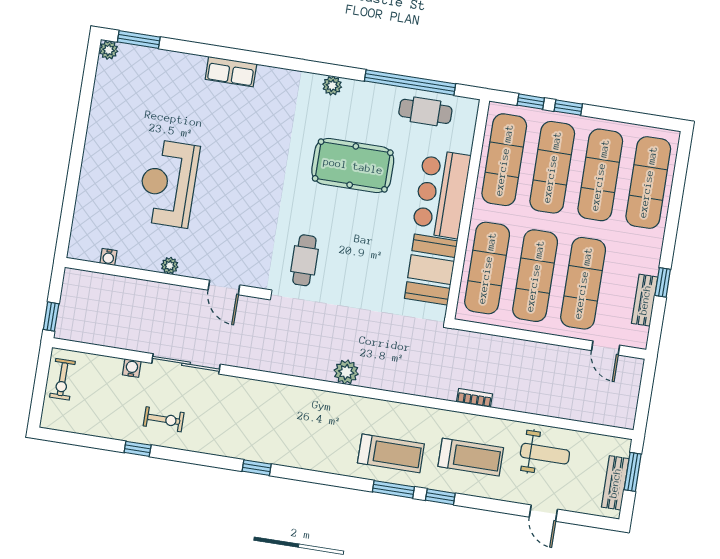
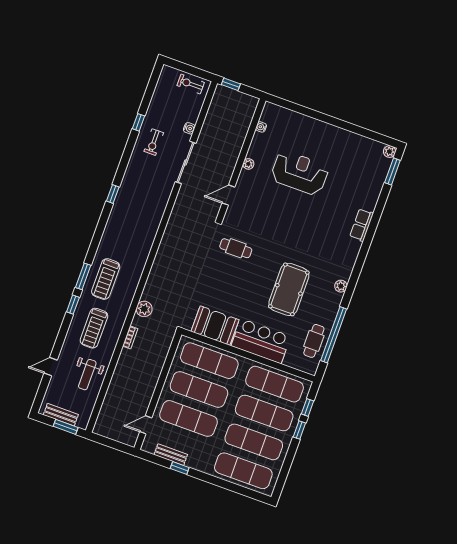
plant: (346, 372) -> (144, 309), moved

